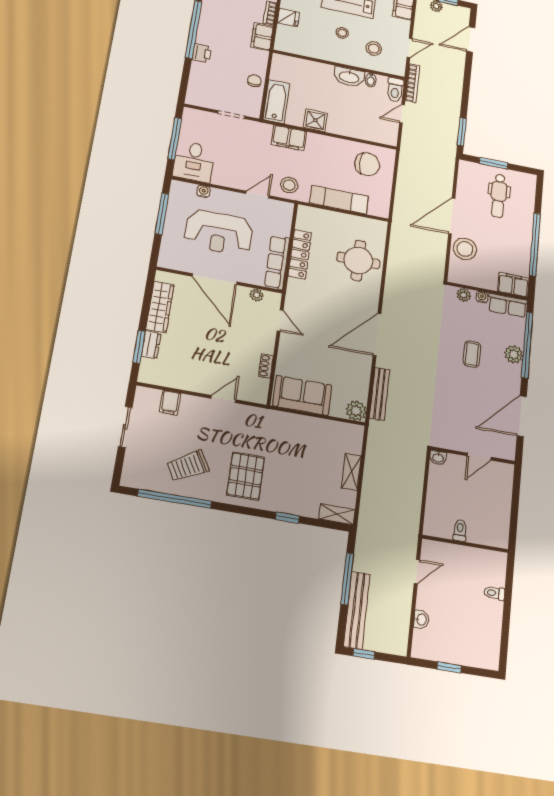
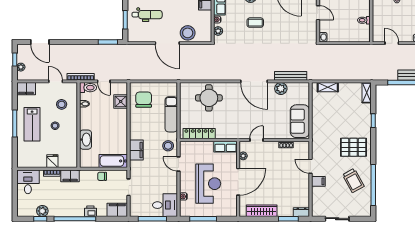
washbasin: (349, 77) -> (86, 140), moved
filing cabinet: (198, 91) -> (117, 210), added
shower: (315, 120) -> (121, 101), moved
locker: (300, 254) -> (199, 134), moved
row of seats: (277, 262) -> (226, 147), width x0.68
dresser: (151, 345) -> (301, 212), moved
filing cabinet: (170, 403) -> (318, 181), moved
plant: (356, 411) -> (281, 89), moved
shelving: (351, 472) -> (328, 87), moved

